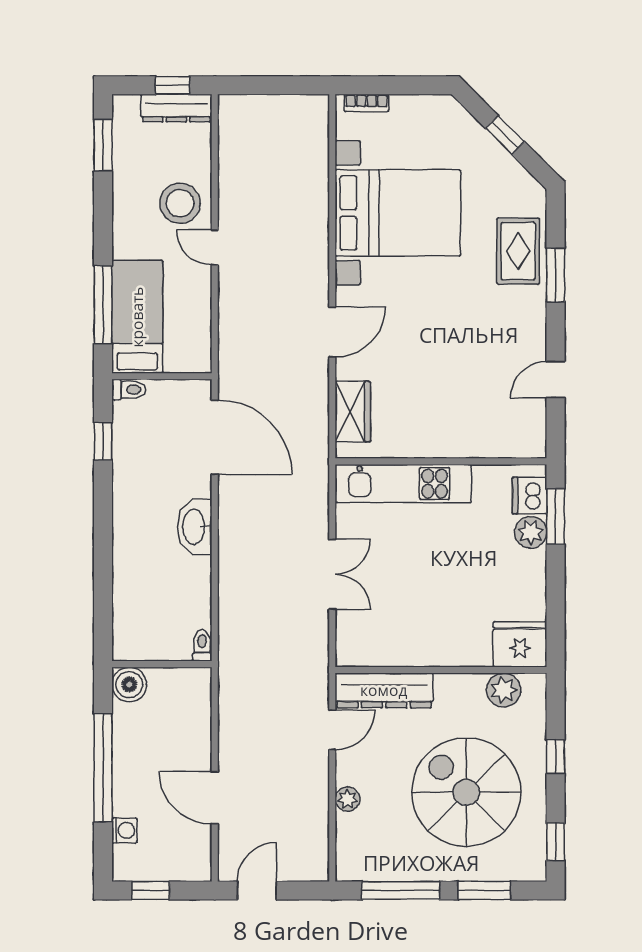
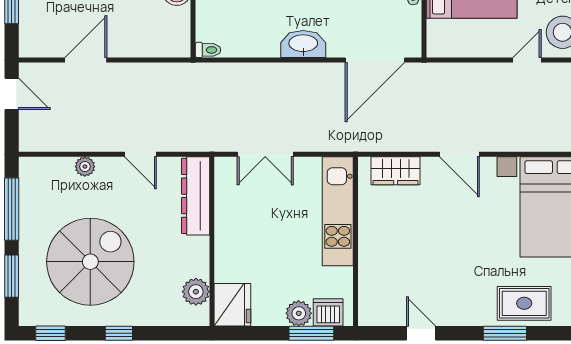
fridge: (520, 644) -> (232, 305), moved
wall: (441, 670) -> (212, 241), moved
dresser: (384, 690) -> (196, 196), moved
plant: (504, 690) -> (196, 292), moved

